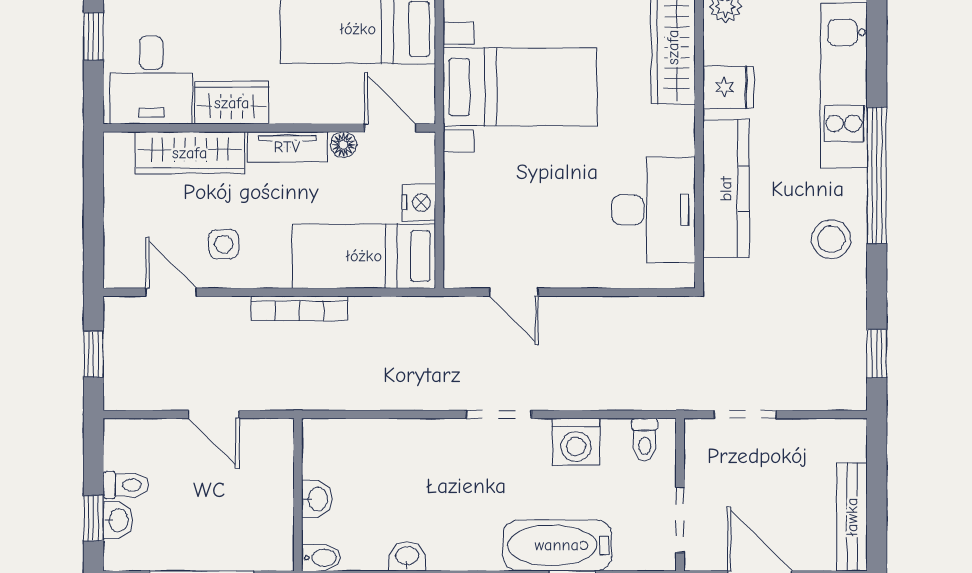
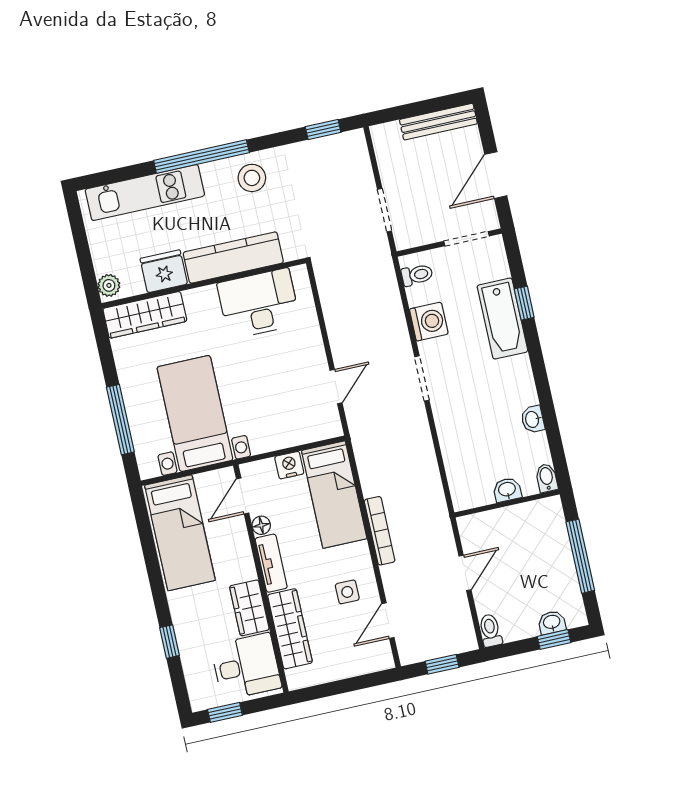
fridge: (728, 87) -> (164, 271), width x1.38
toilet: (126, 485) -> (490, 630), moved

